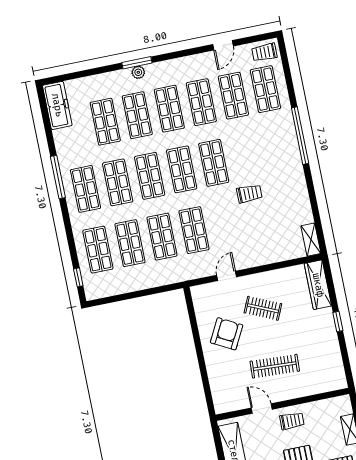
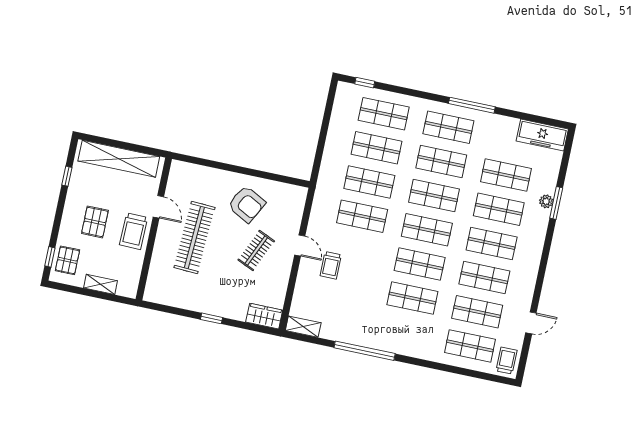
door: (223, 45) -> (531, 323), swing flipped
window: (137, 63) -> (556, 203), moved
plant: (138, 72) -> (546, 201), moved
window: (300, 136) -> (365, 351), moved
shop shelf: (246, 156) -> (412, 298), added
trolley: (249, 194) -> (331, 265), moved
door: (227, 276) -> (300, 245), moved
wardrobe: (318, 285) -> (264, 316), width x0.67
clothes rail: (275, 366) -> (194, 238), width x1.37, depth x1.31
door: (262, 409) -> (158, 207), hinge flipped
trolley: (292, 421) -> (134, 231), width x1.36, depth x1.39

